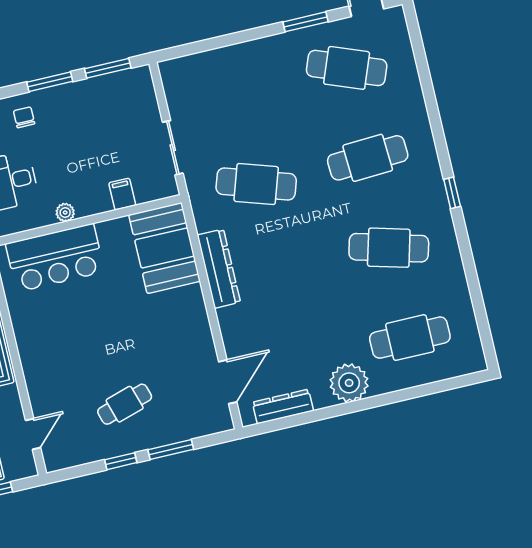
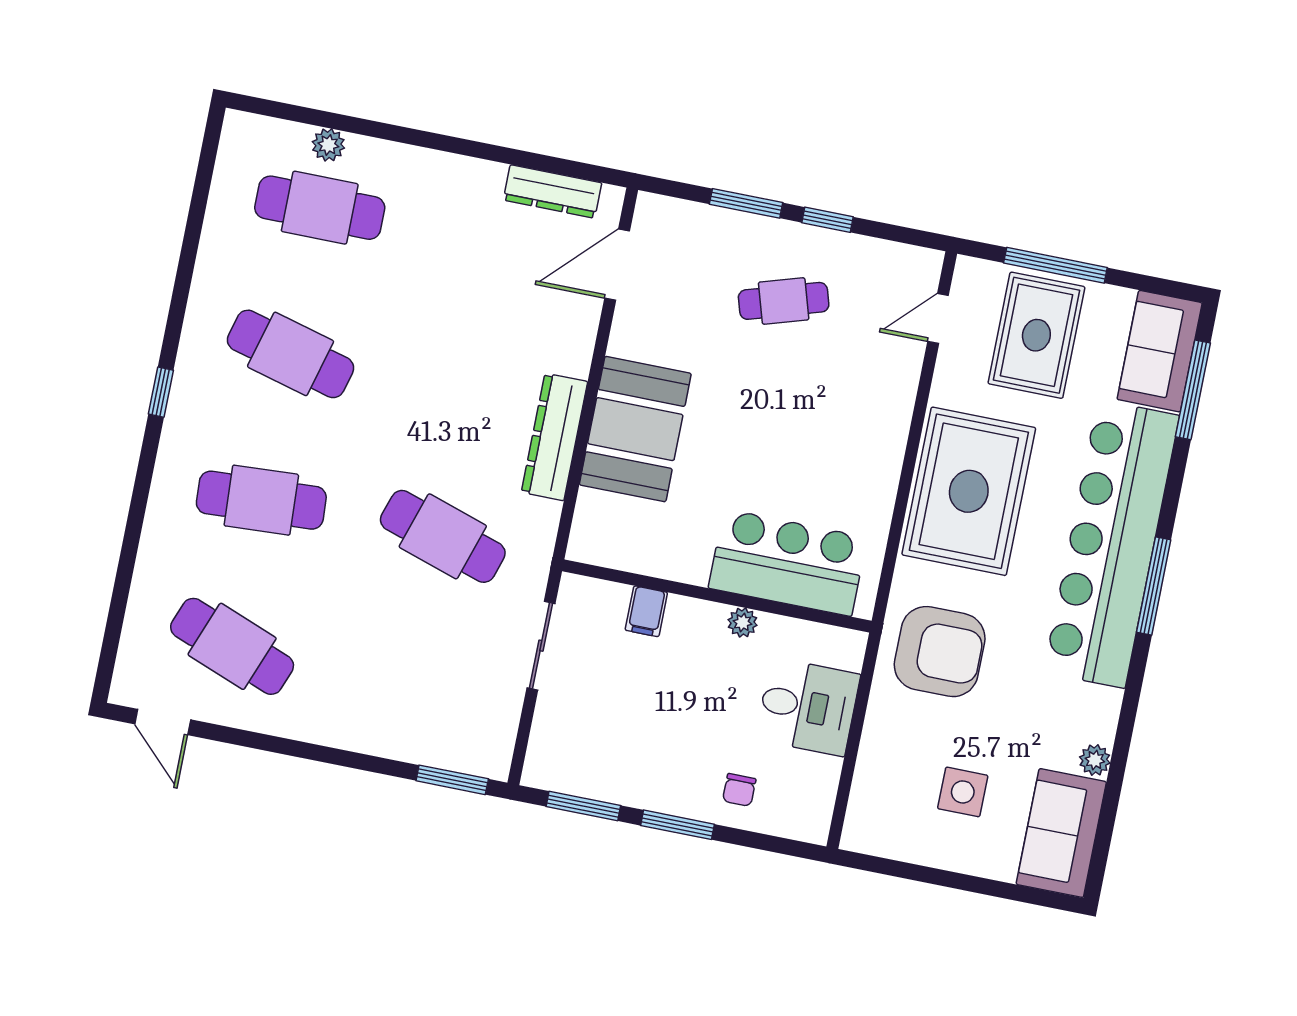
window: (305, 22) -> (452, 780), moved
booth: (164, 248) -> (635, 429), moved
plant: (349, 383) -> (328, 145), moved, width x0.53, depth x0.53

